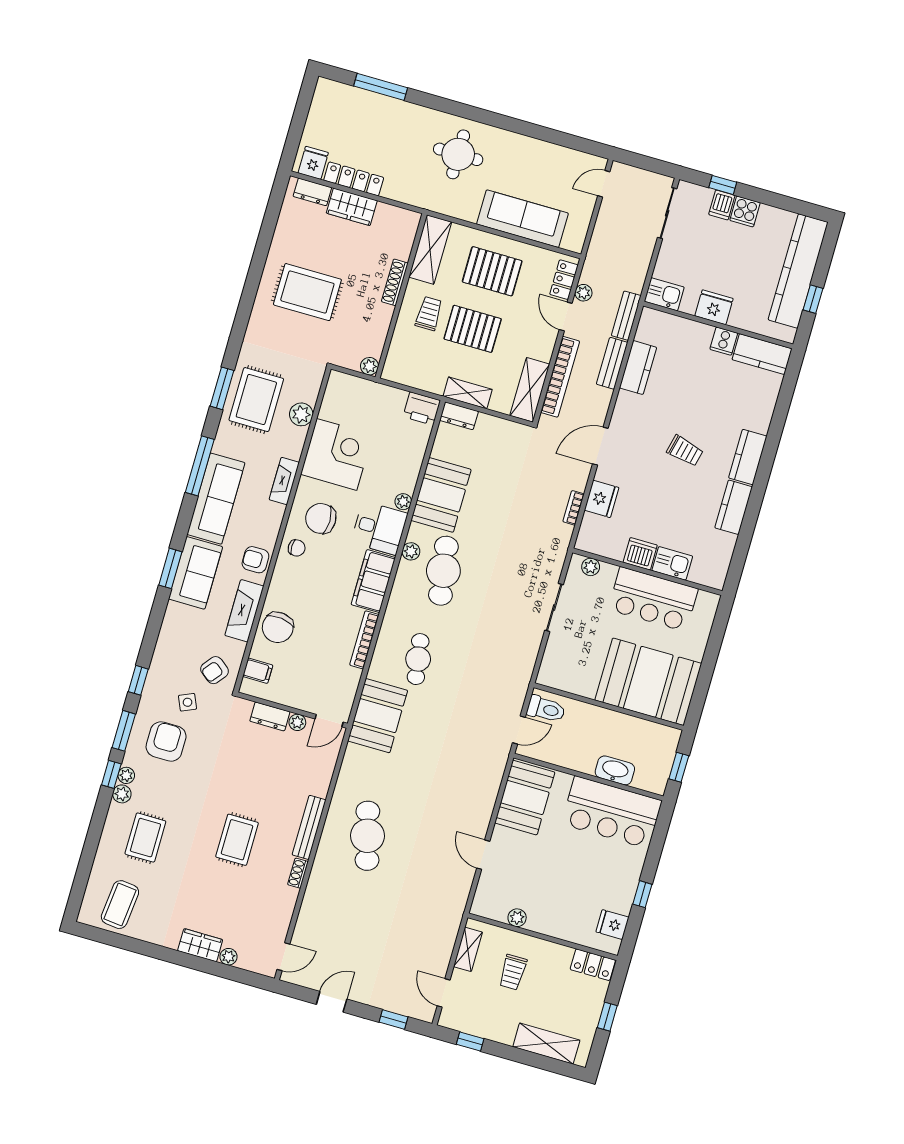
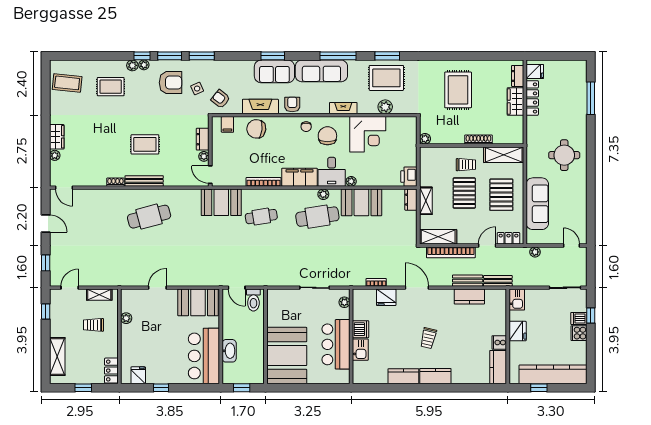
plant: (583, 293) -> (535, 252), moved
window: (138, 680) -> (202, 56), width x1.50
rug: (237, 840) -> (145, 144), moved

